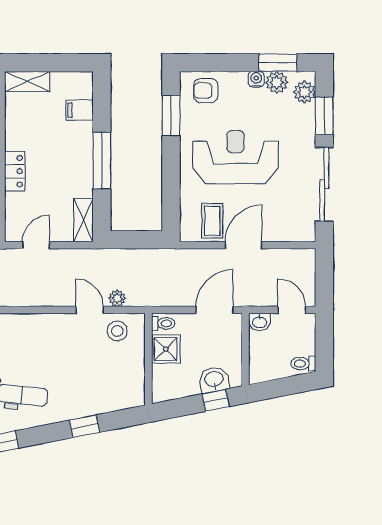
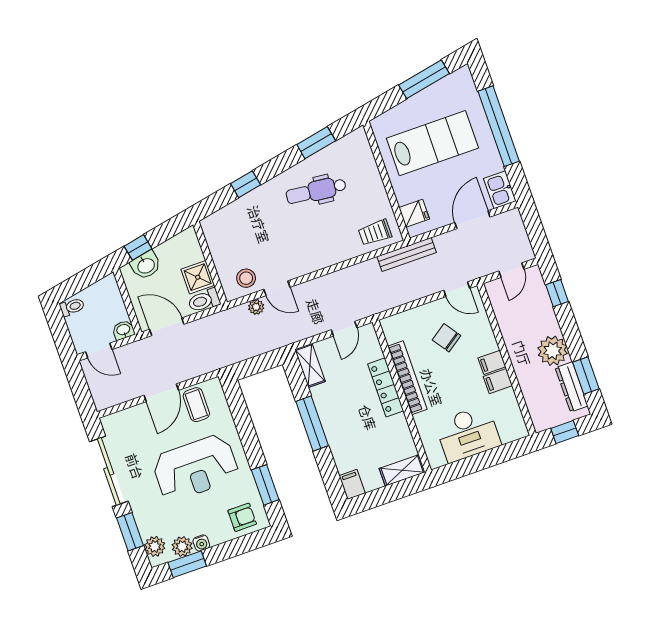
filing cabinet: (80, 110) -> (352, 484), moved, turned -90
locker: (15, 171) -> (386, 387), width x1.53
door: (215, 310) -> (167, 327), swing flipped
toilet: (163, 323) -> (204, 300), width x1.37, depth x1.39

